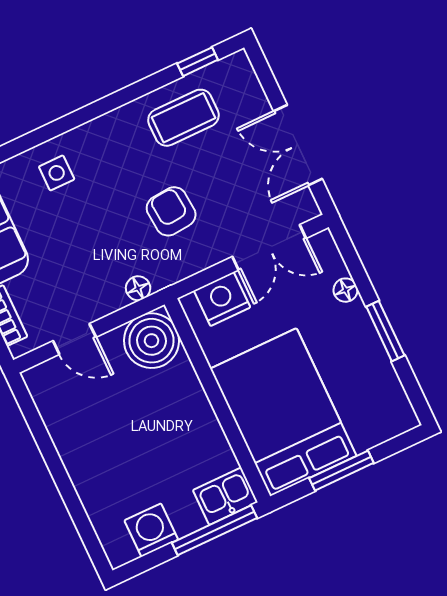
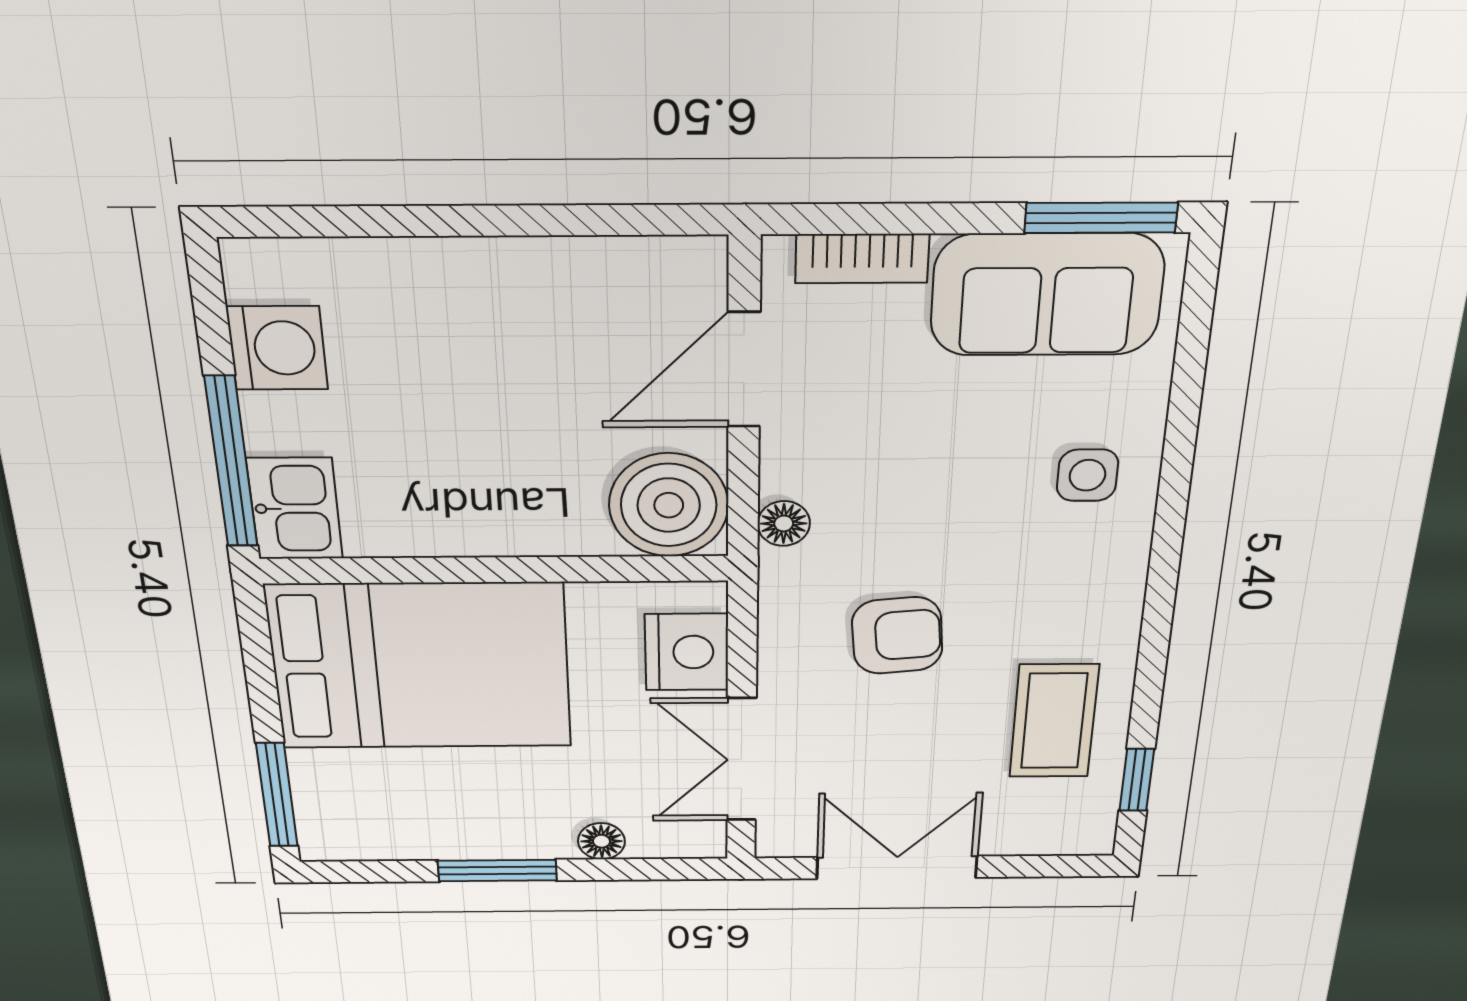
door: (74, 339) -> (744, 370), width x1.38
window: (341, 471) -> (277, 795), moved

